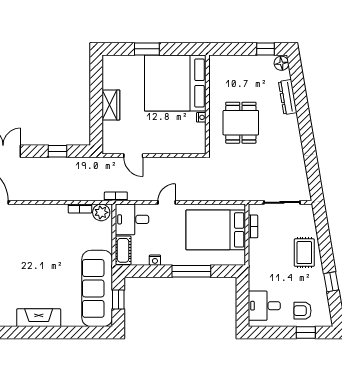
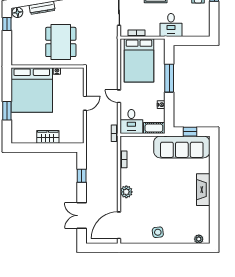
dining table: (241, 123) -> (61, 42), width x1.38
door: (133, 156) -> (85, 103), moved
plant: (101, 212) -> (126, 192), moved
desk: (264, 306) -> (171, 25), moved

